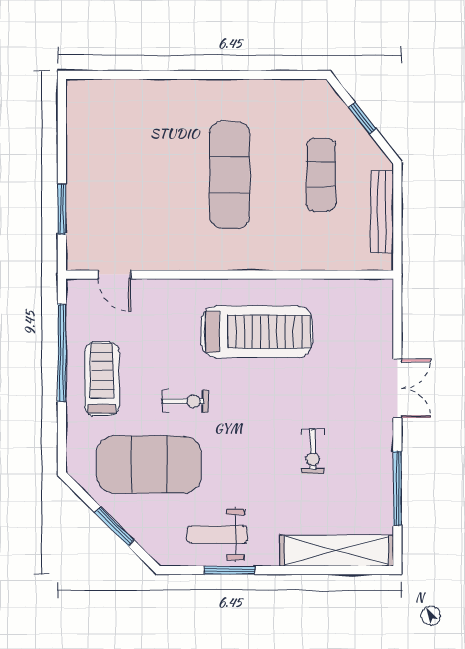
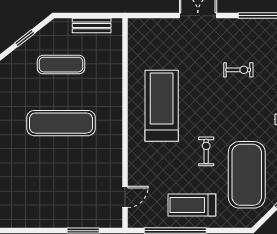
bench: (382, 212) -> (92, 25), width x0.73

